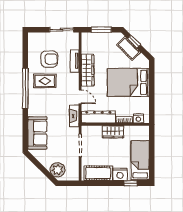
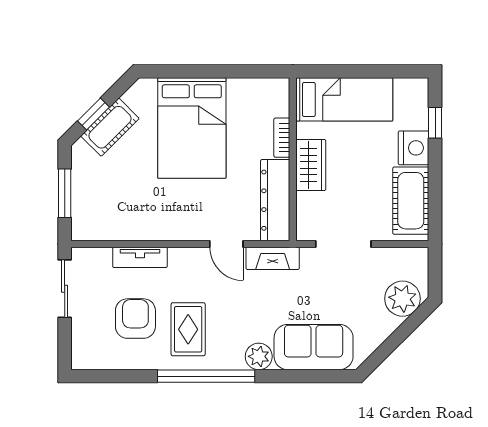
wardrobe: (88, 70) -> (162, 226), removed
door: (80, 97) -> (226, 244), swing flipped
plant: (34, 110) -> (259, 356), added
nightstand: (138, 118) -> (279, 104), removed
bed: (140, 161) -> (344, 99), moved, turned 180

